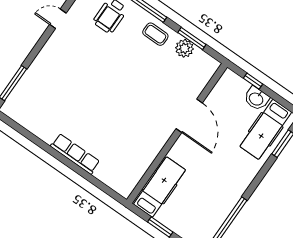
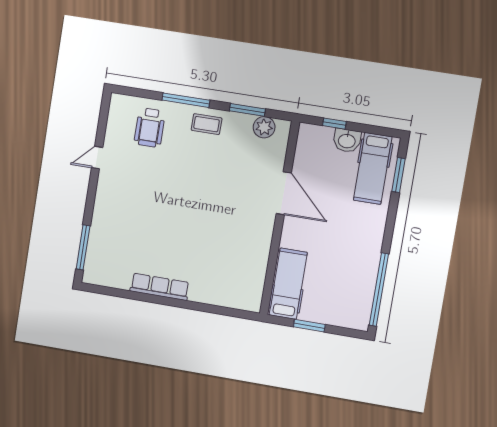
plant: (184, 48) -> (264, 127), moved
row of seats: (75, 154) -> (160, 287), moved

